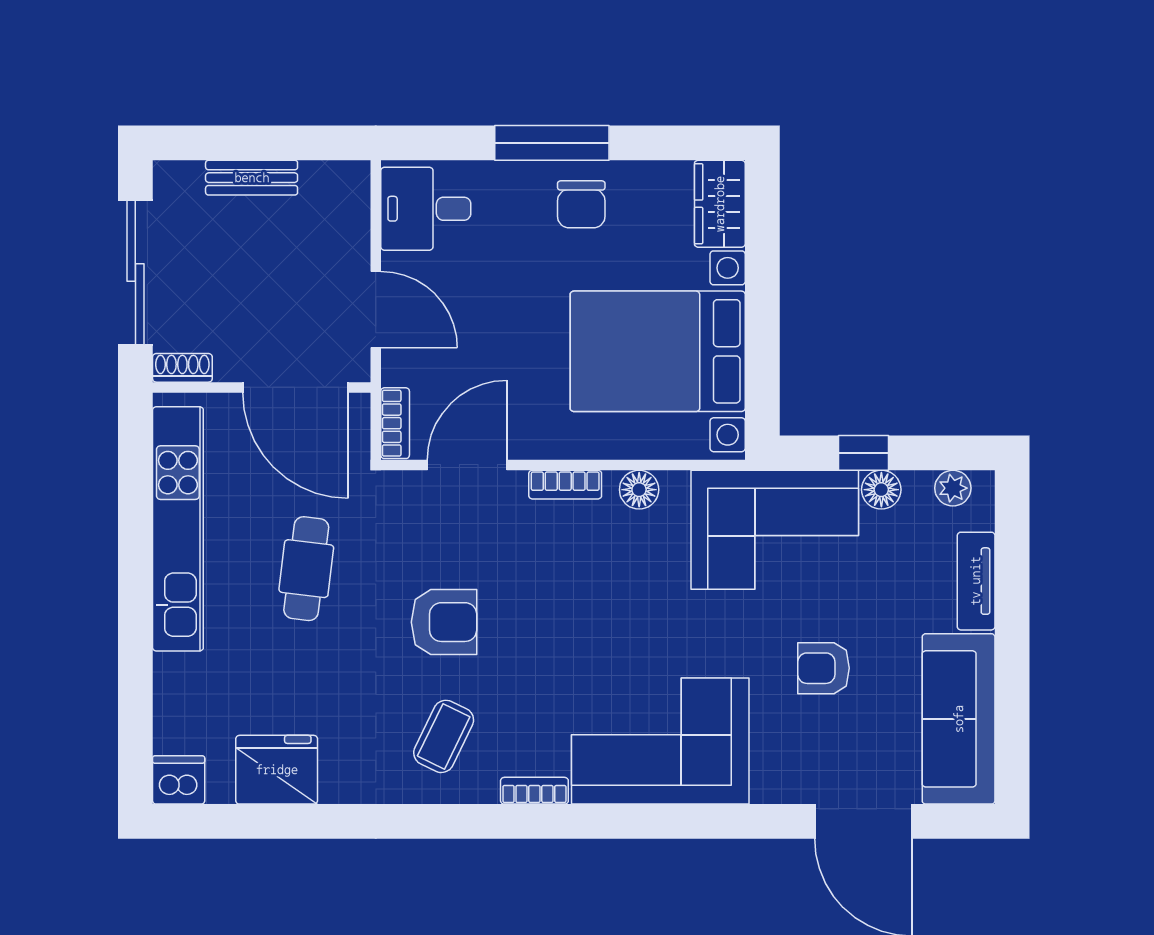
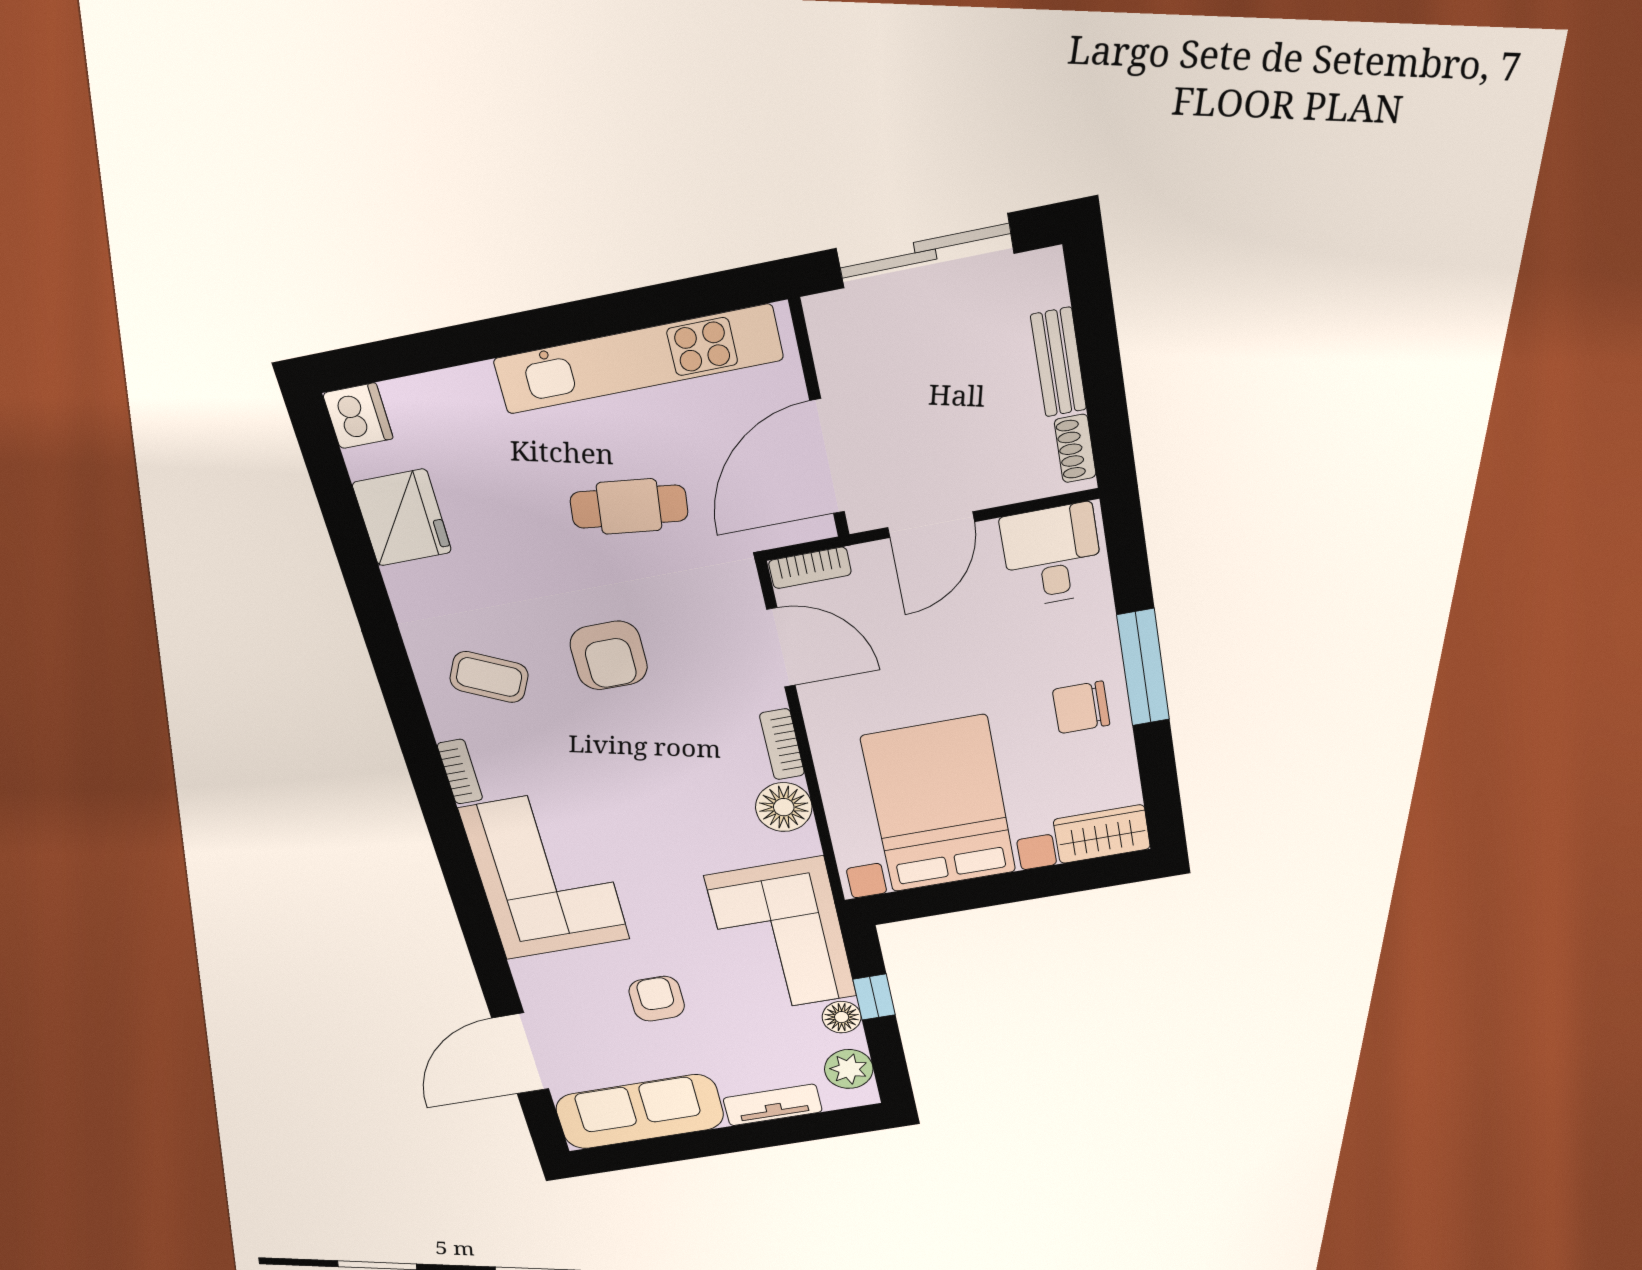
shoe rack: (182, 368) -> (1075, 448), moved, turned 180
plant: (953, 488) -> (849, 1069), width x1.38, depth x1.38
floor lamp: (639, 490) -> (784, 807), width x1.38, depth x1.38

